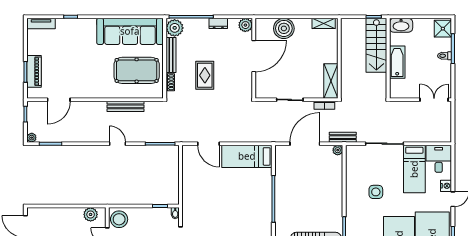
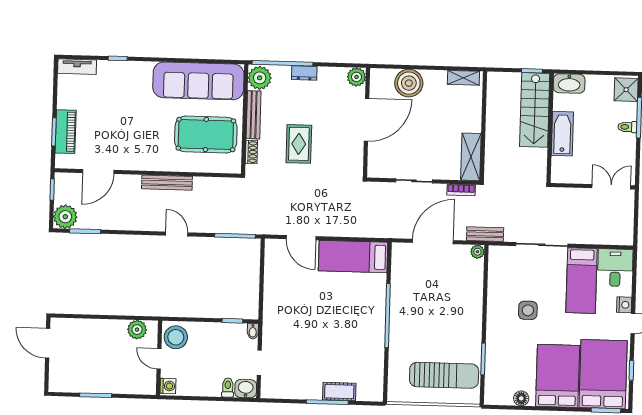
dresser: (218, 23) -> (304, 73), moved
bench: (125, 106) -> (167, 183), moved
plant: (32, 138) -> (65, 217), width x1.88, depth x1.88

